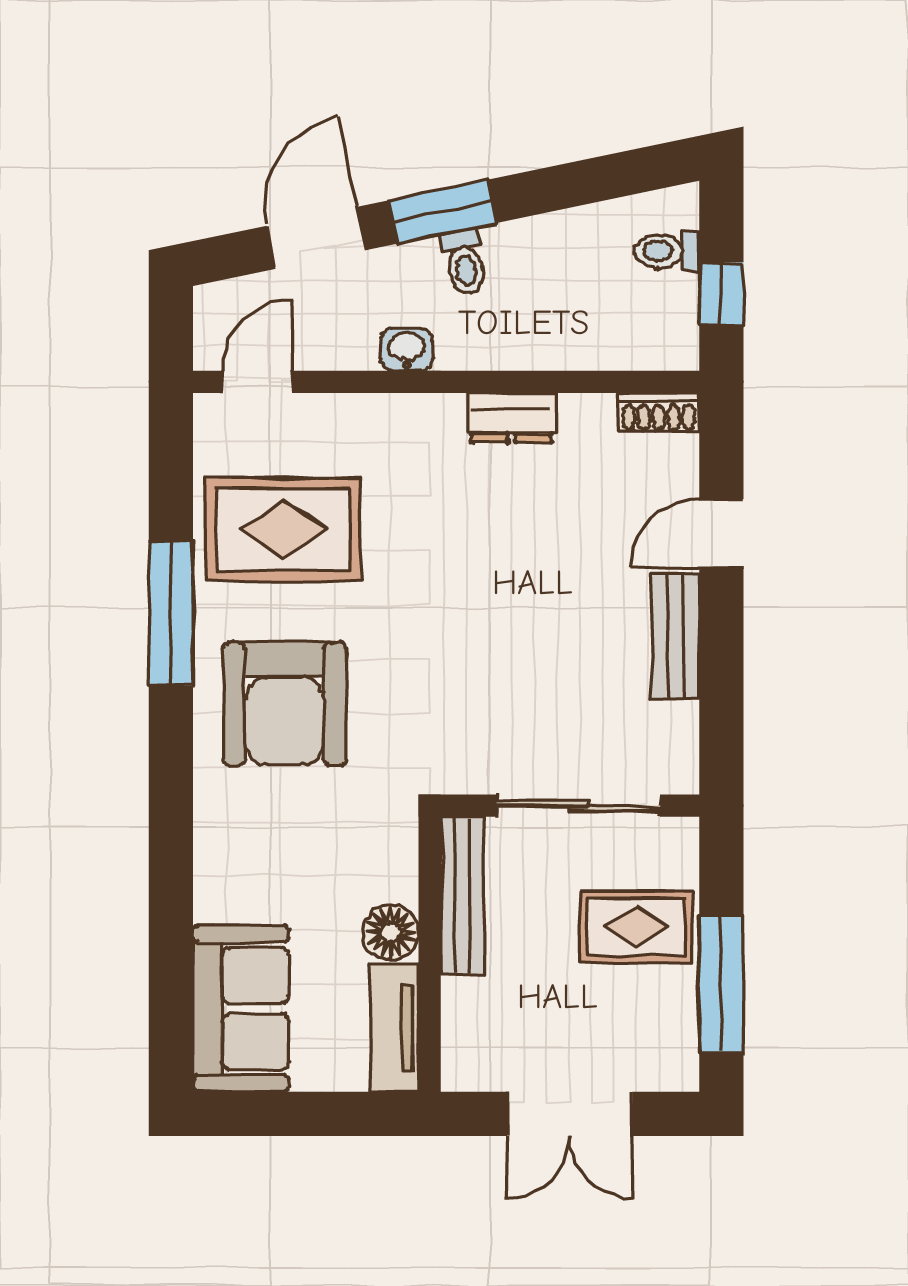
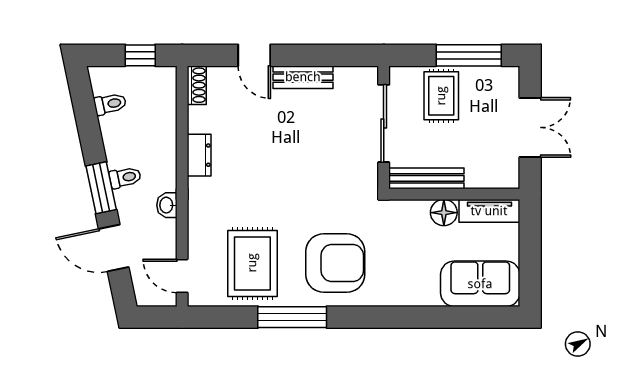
toilet: (667, 251) -> (110, 104), moved, turned -102

